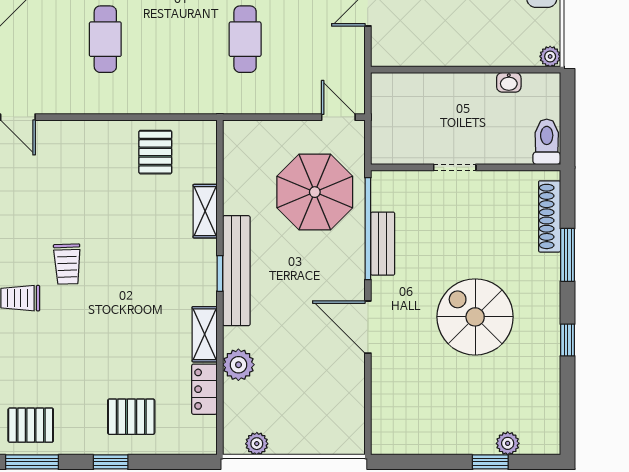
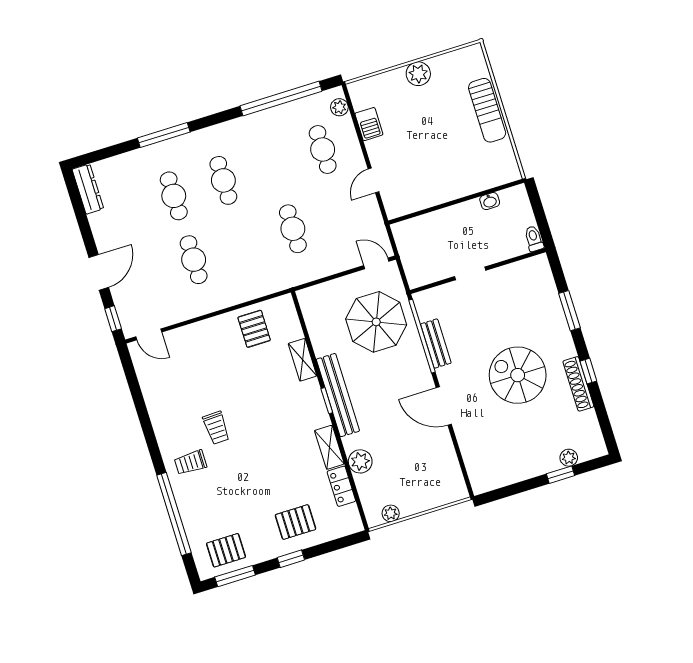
plant: (550, 56) -> (513, 174), removed
toilet: (547, 142) -> (534, 239), width x0.73, depth x0.72
shoe rack: (550, 216) -> (578, 384), moved

